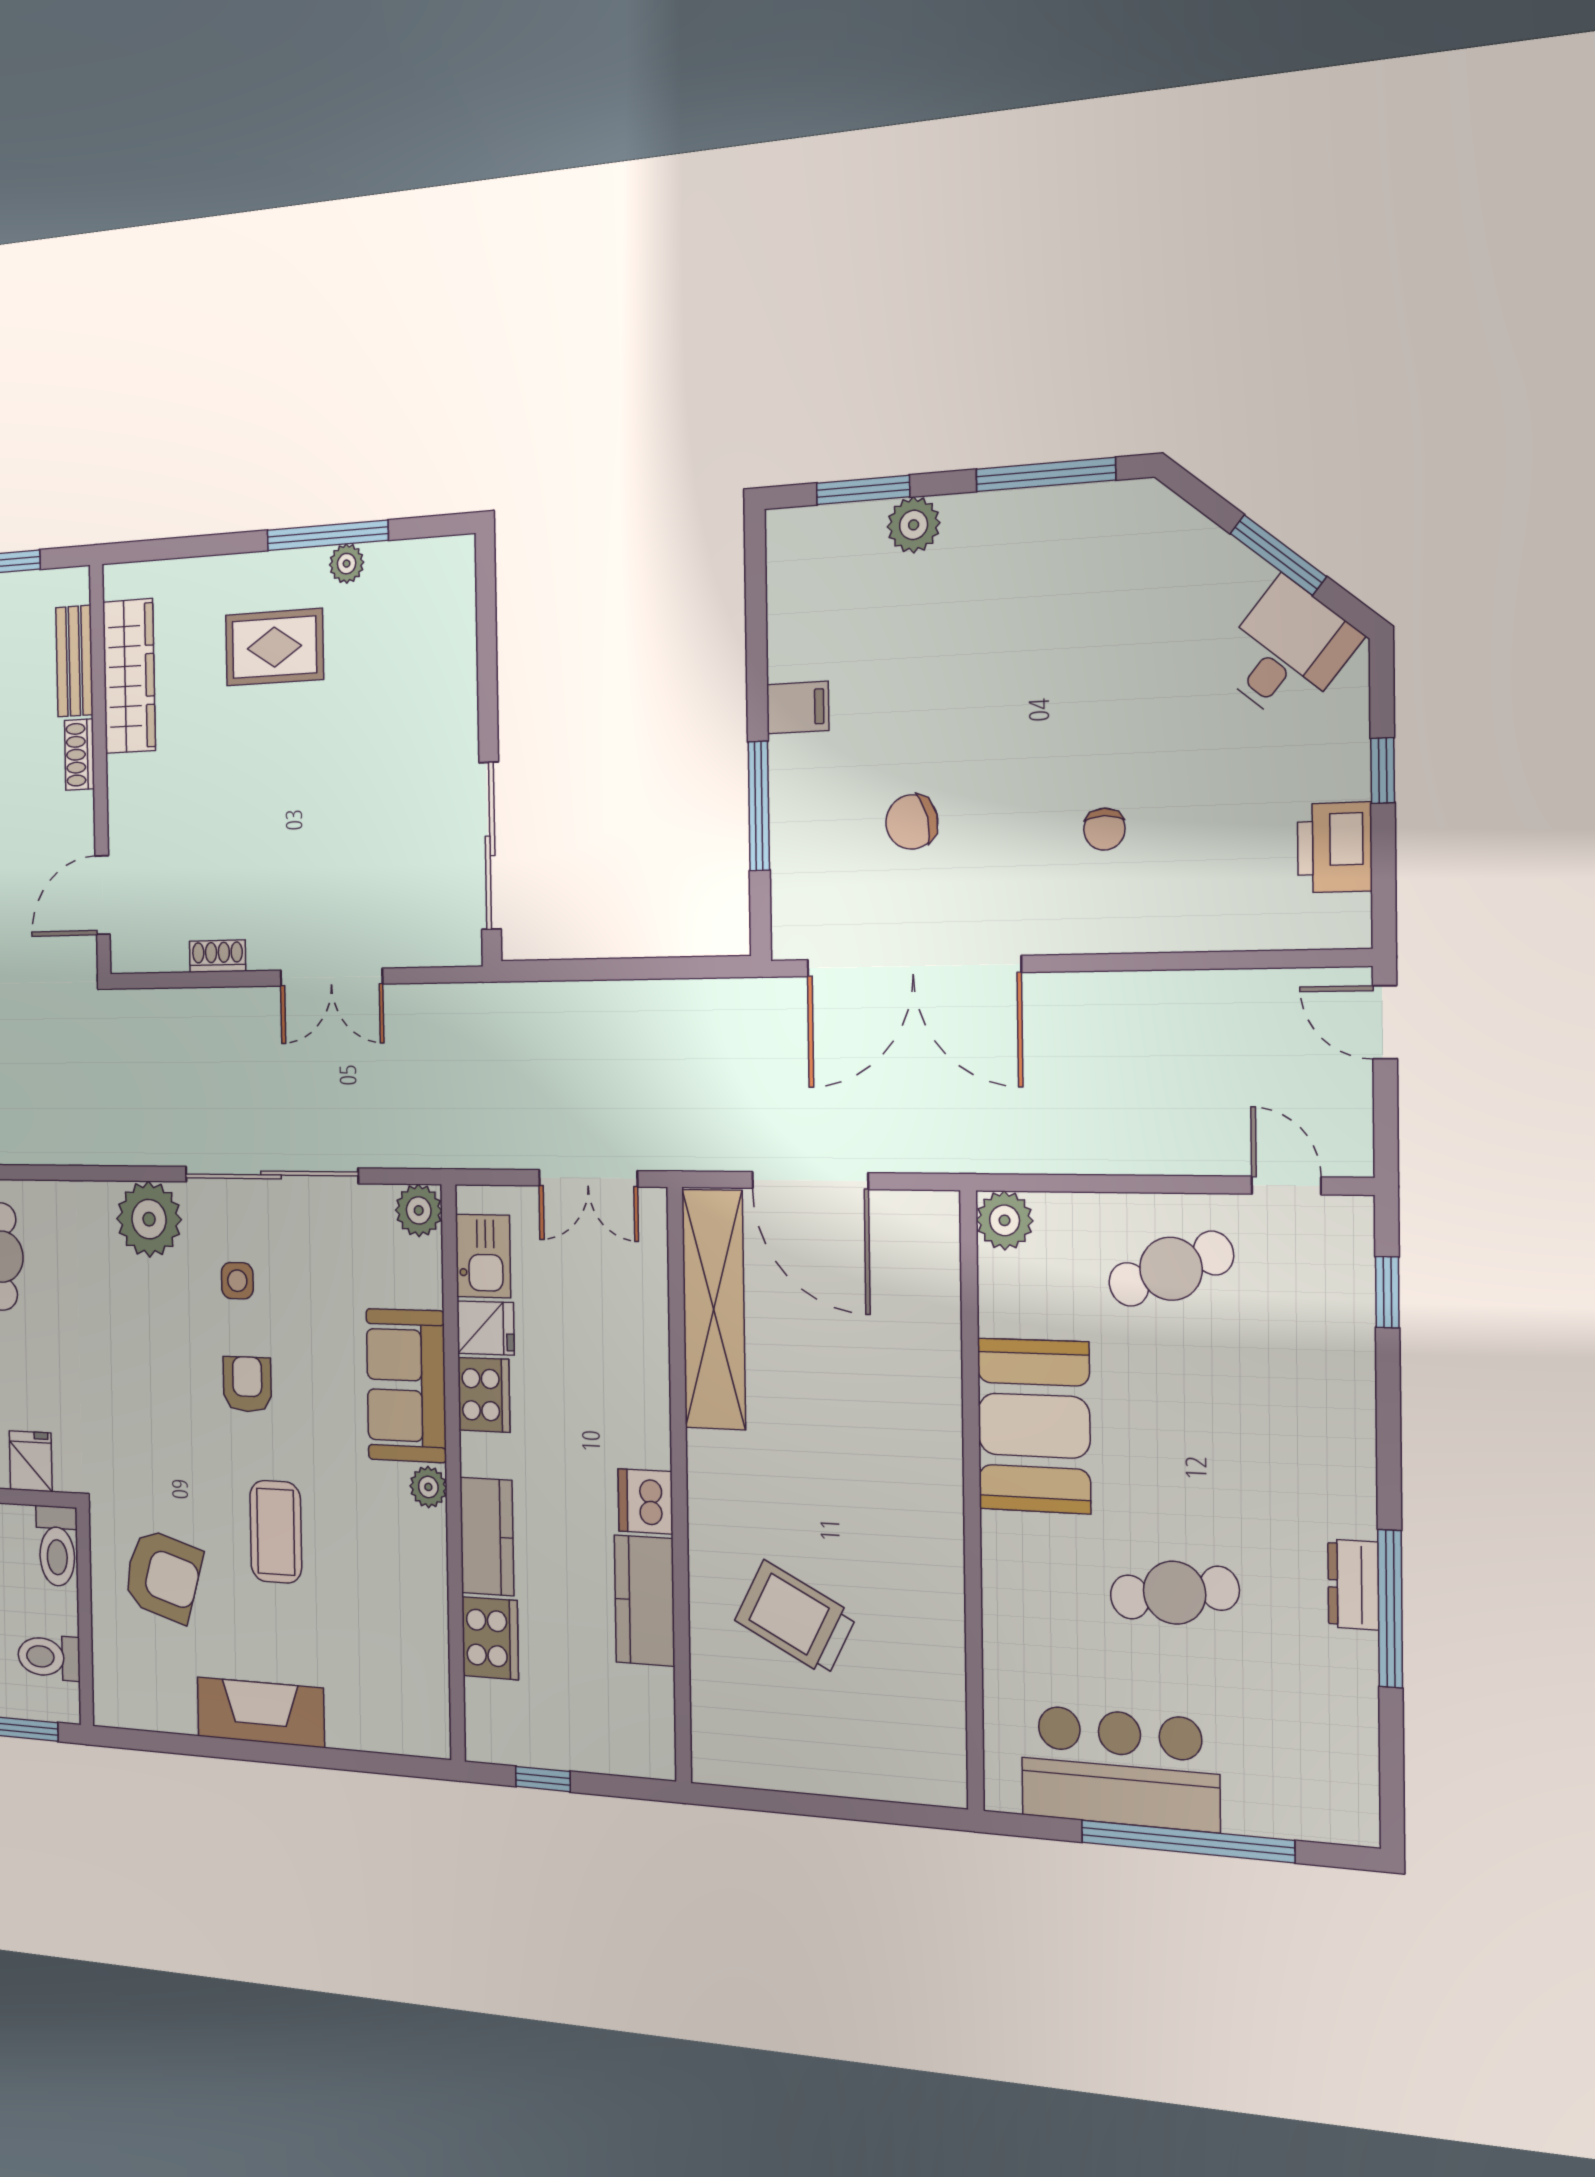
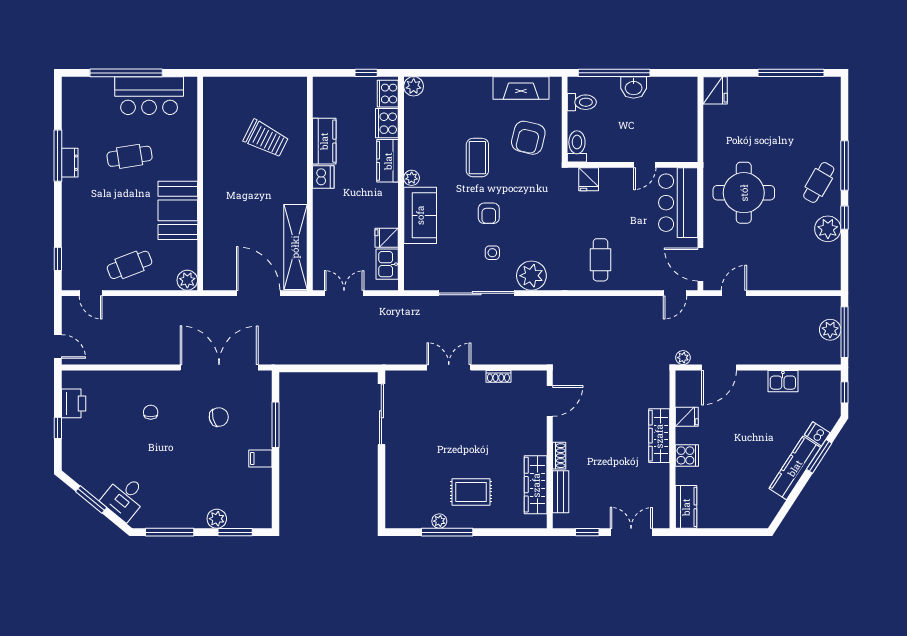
desk: (1287, 652) -> (125, 498), moved
plant: (419, 1210) -> (414, 86), moved
cooker: (484, 1395) -> (388, 94), moved
armchair: (163, 1576) -> (528, 138), turned -92
fireplace: (260, 1712) -> (521, 88), moved

